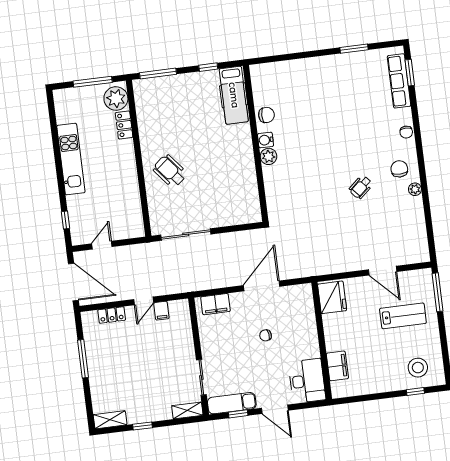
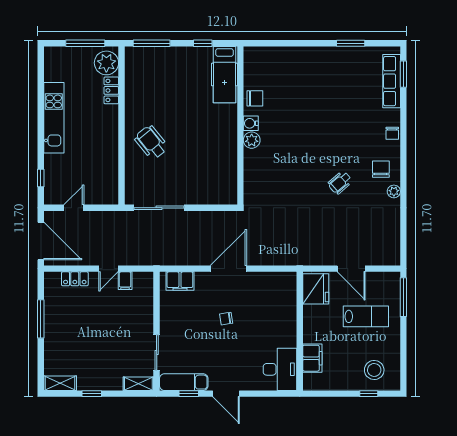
fridge: (332, 297) -> (316, 289), moved
wall: (322, 341) -> (300, 331), moved
filing cabinet: (337, 366) -> (312, 358), moved
desk: (307, 381) -> (280, 369), moved

